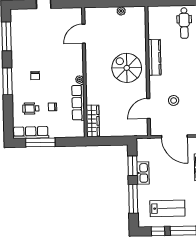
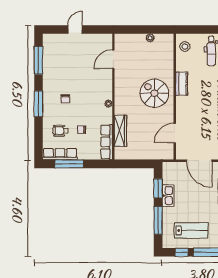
kitchen counter: (154, 57) -> (182, 84), width x0.67
stool: (174, 100) -> (185, 47), moved
row of seats: (78, 103) -> (107, 142), moved
wardrobe: (93, 121) -> (120, 131), moved

